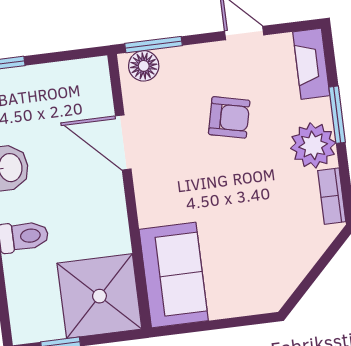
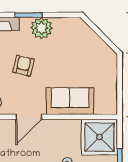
bookcase: (332, 196) -> (66, 22), removed
sofa: (174, 275) -> (70, 101), moved

